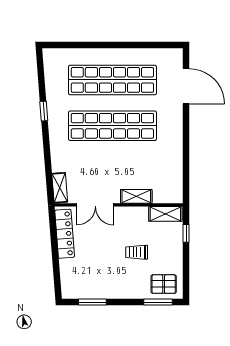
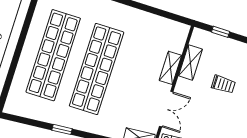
shelving: (165, 214) -> (190, 62), moved
trolley: (137, 252) -> (223, 84), turned -90

